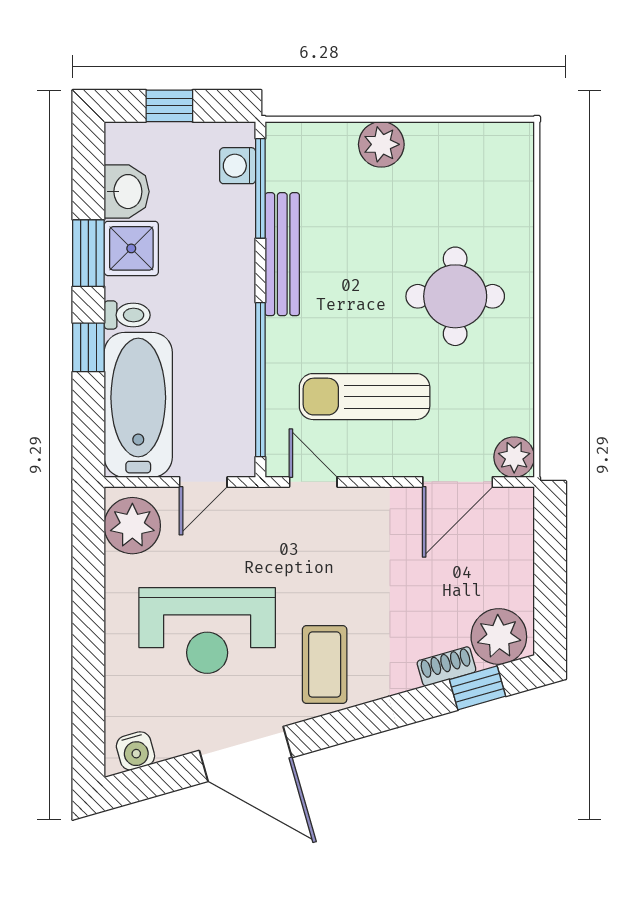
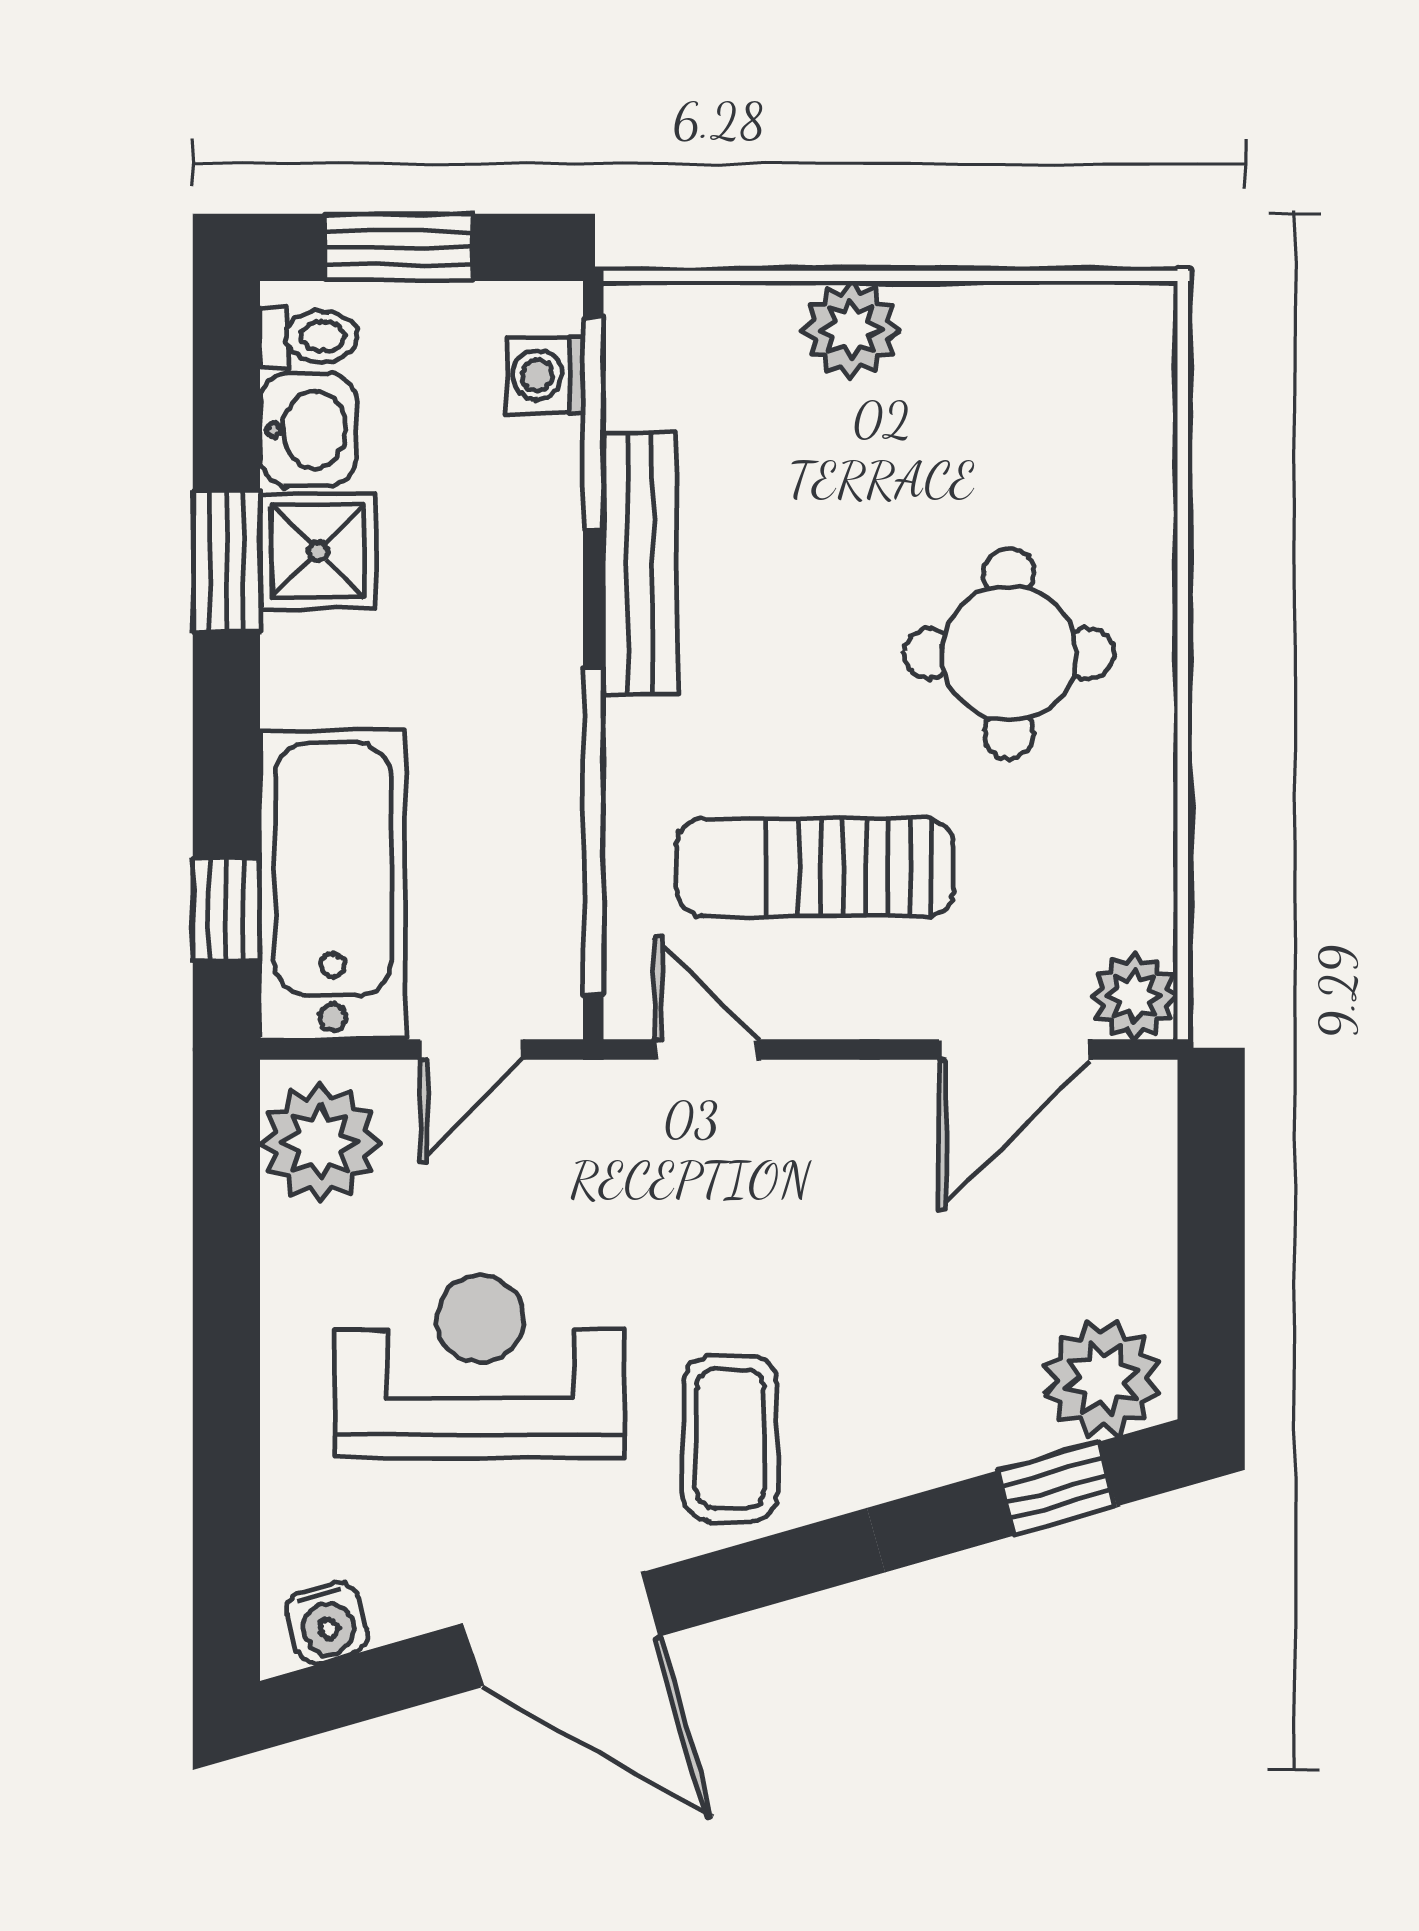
window: (169, 106) -> (399, 247), width x1.50
toilet: (127, 315) -> (309, 337), moved
window: (88, 347) -> (226, 909), moved
reception desk: (207, 630) -> (480, 1366), turned 180
shoe rack: (446, 666) -> (990, 1443), removed

